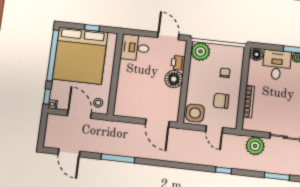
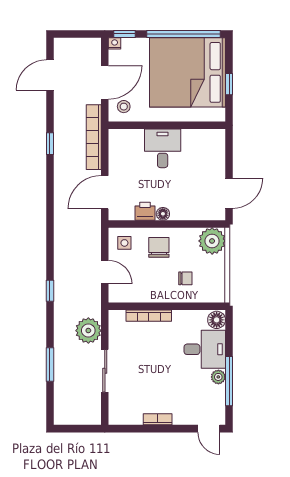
desk: (135, 48) -> (163, 148), moved
printer: (178, 63) -> (145, 211), moved
floor lamp: (174, 79) -> (163, 214), width x0.53, depth x0.53
chair: (221, 101) -> (159, 247), moved
side table: (195, 113) -> (124, 243), width x0.54, depth x0.54
bookcase: (117, 126) -> (94, 137), added
door: (214, 129) -> (105, 272), swing flipped
window: (118, 158) -> (50, 144), width x0.46

